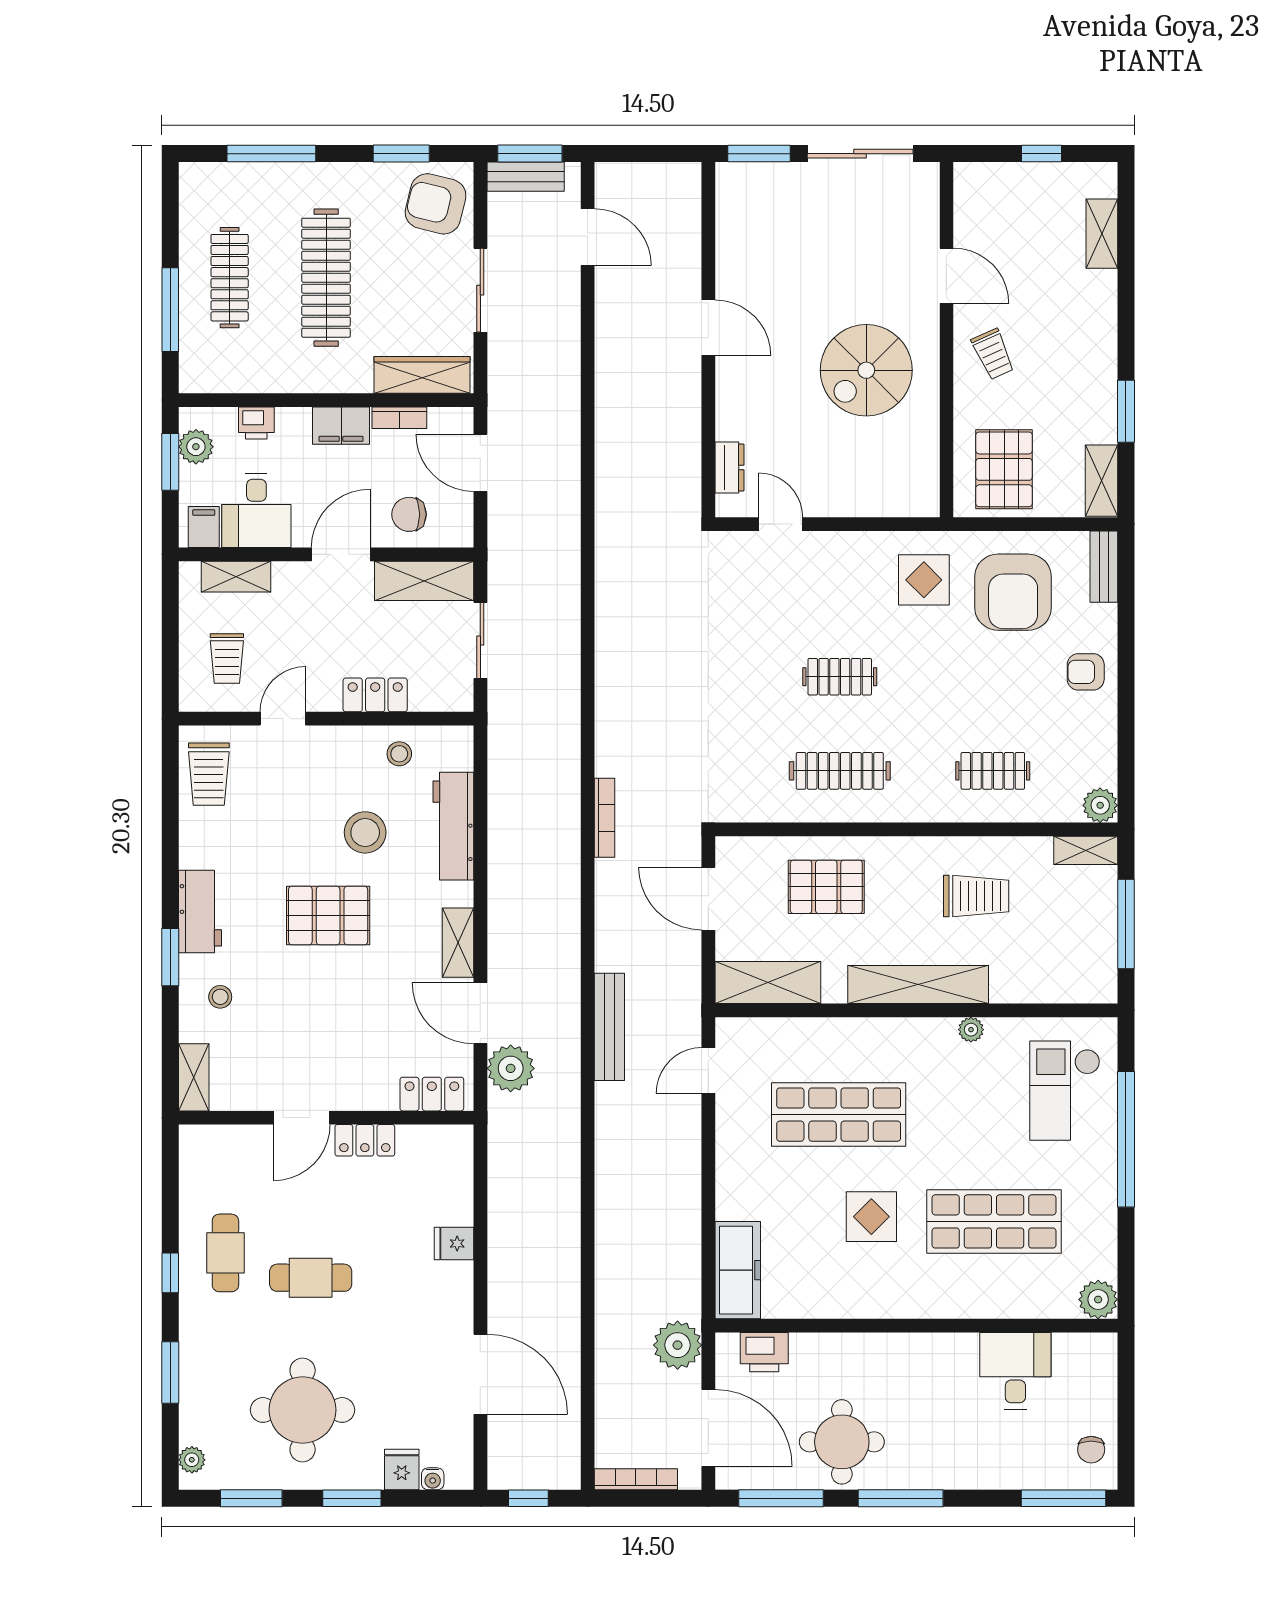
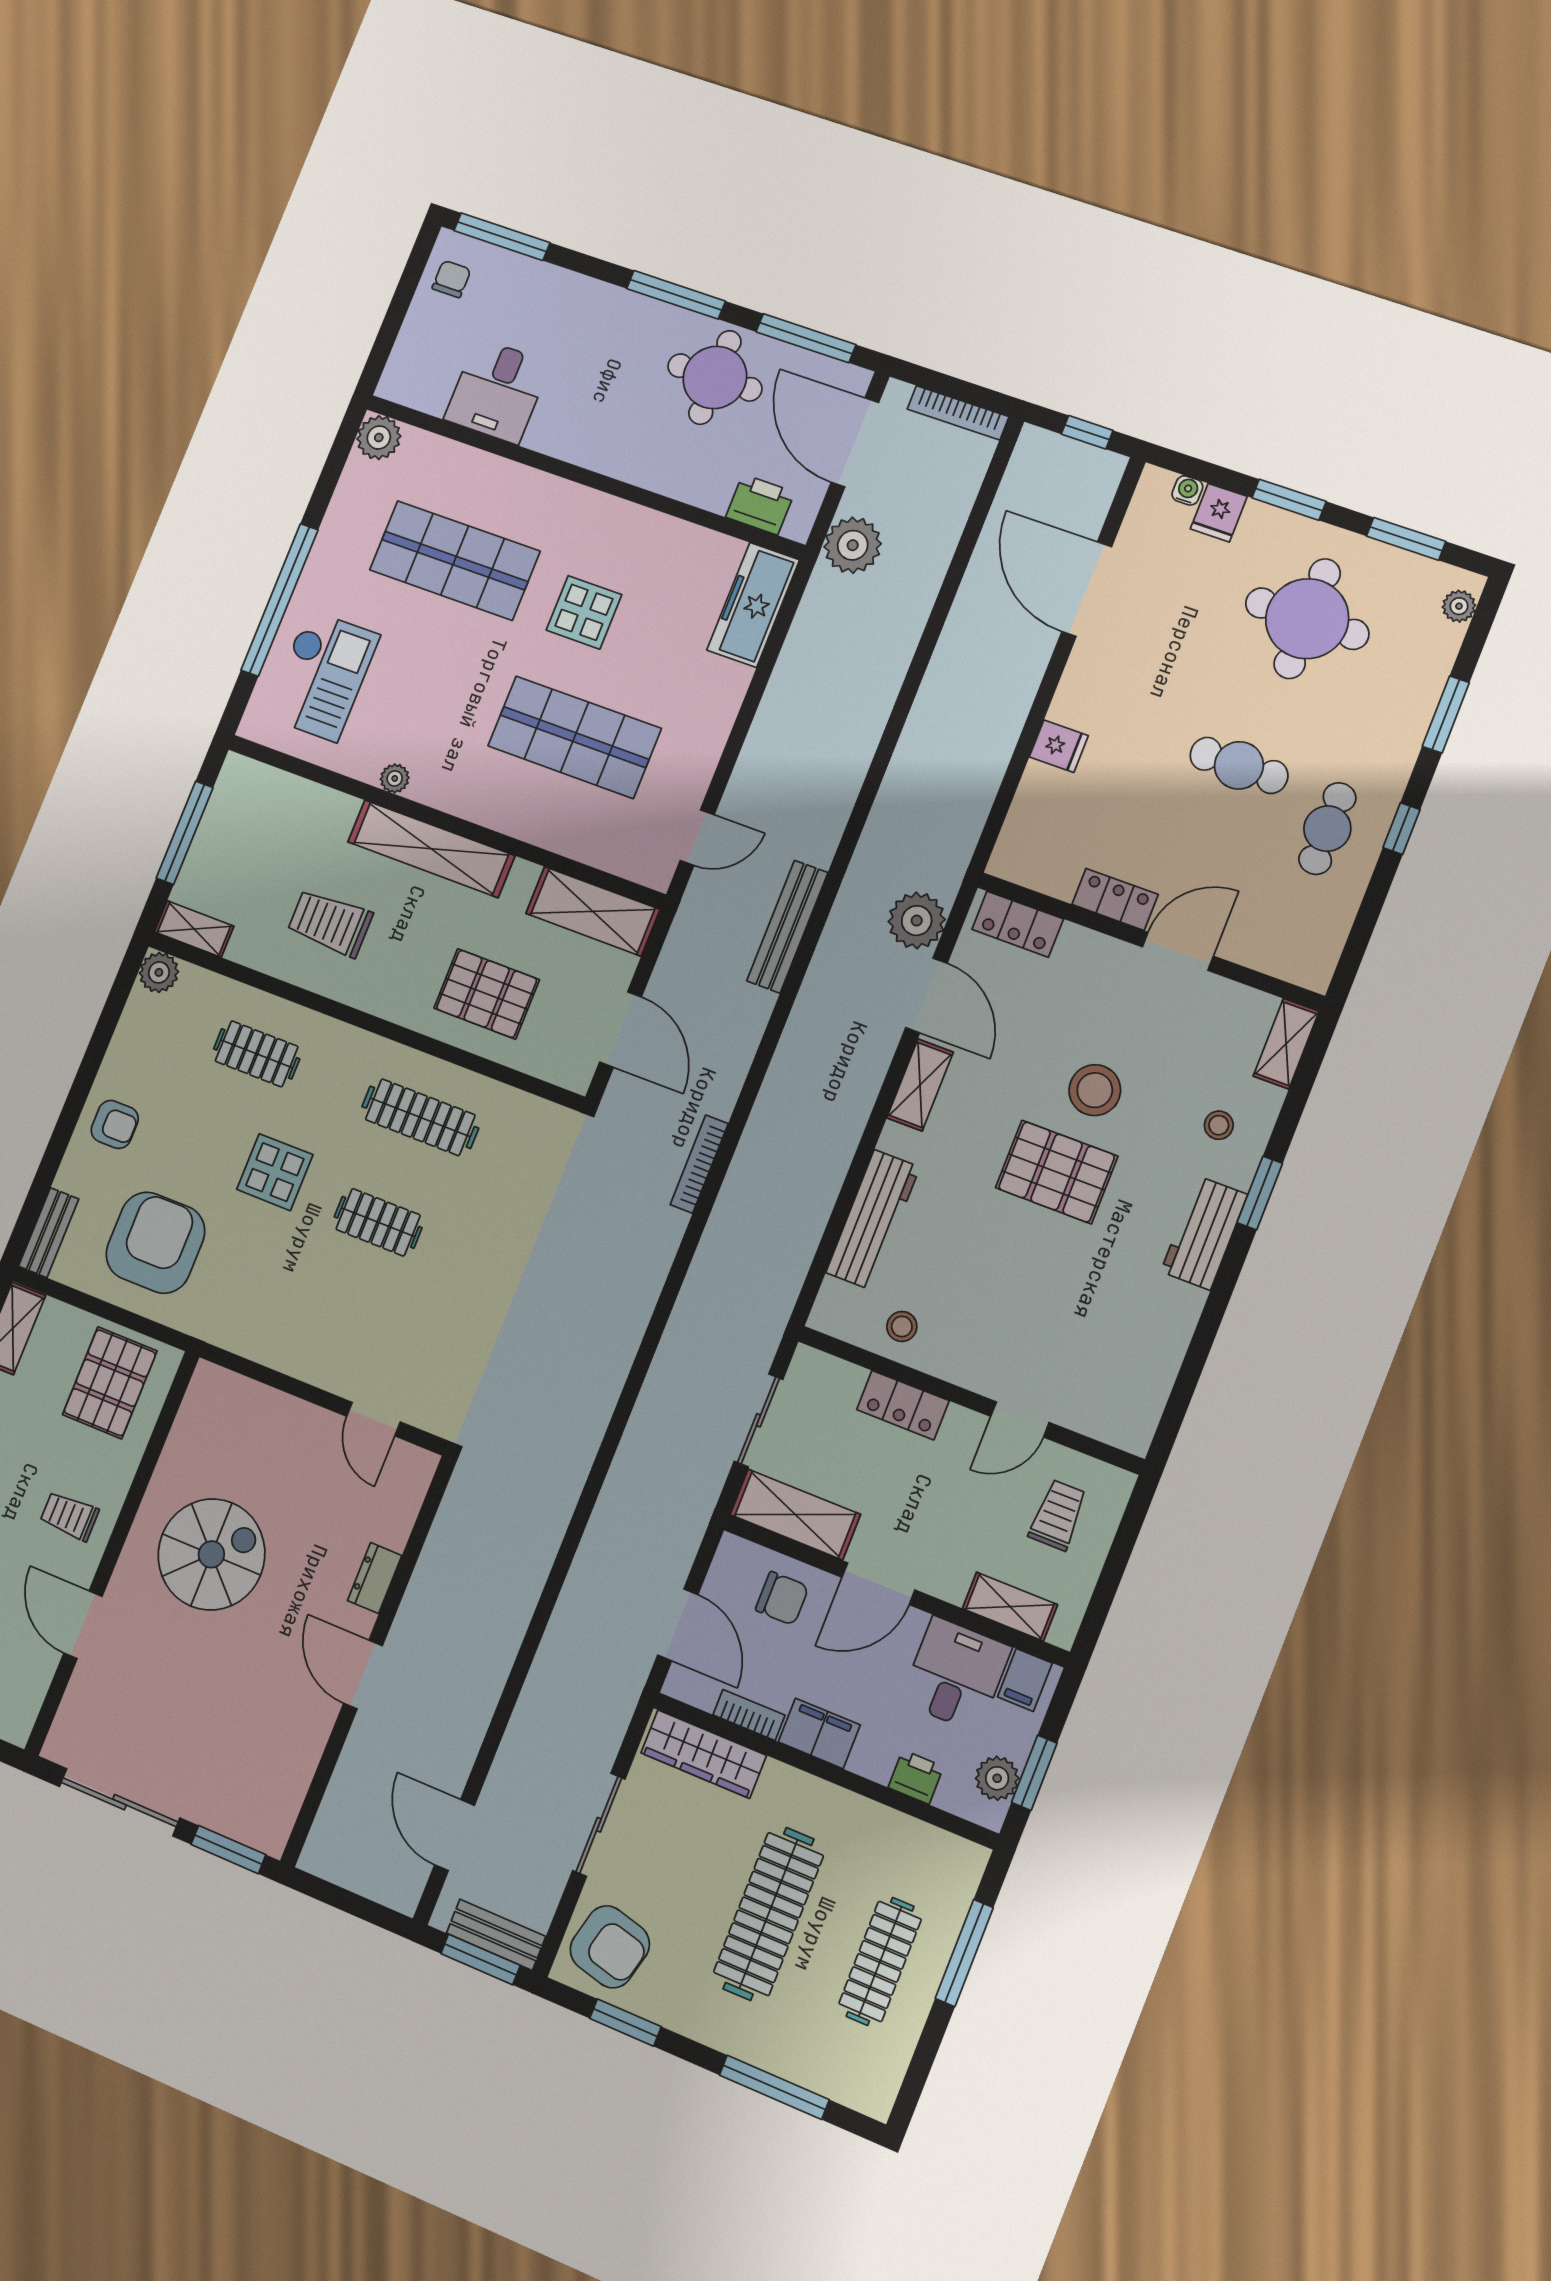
trolley: (993, 354) -> (69, 1516), turned -66
dresser: (729, 468) -> (375, 1578), moved
display table: (924, 580) -> (275, 1172), moved
trolley: (209, 774) -> (1131, 1389), removed
stool: (365, 832) -> (1095, 1090), moved

